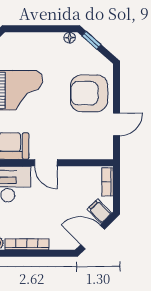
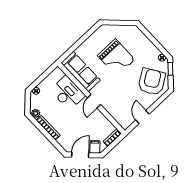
armchair: (89, 93) -> (152, 82), moved, turned 57
door: (117, 124) -> (142, 117), swing flipped
door: (93, 237) -> (80, 155), hinge flipped

